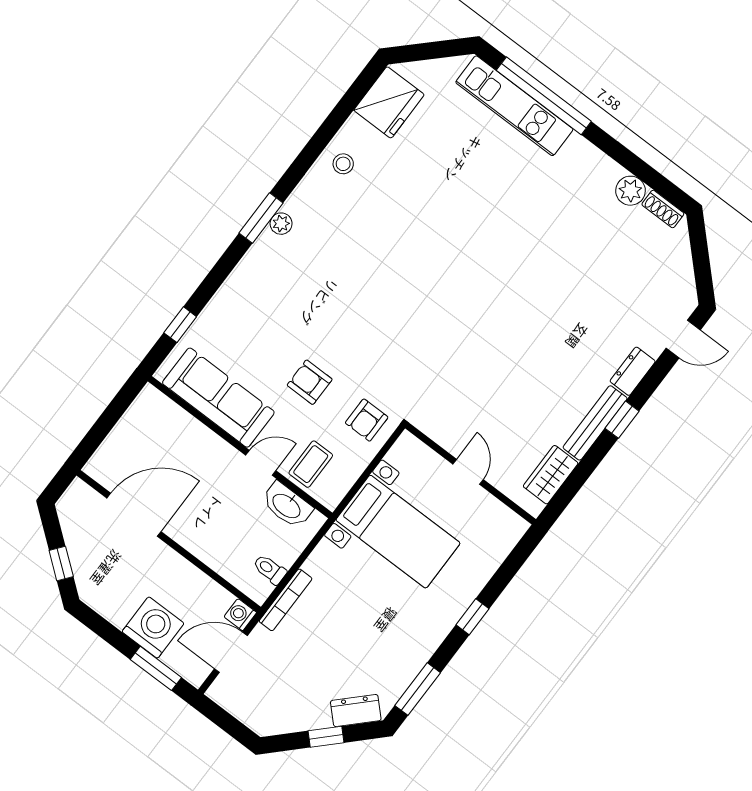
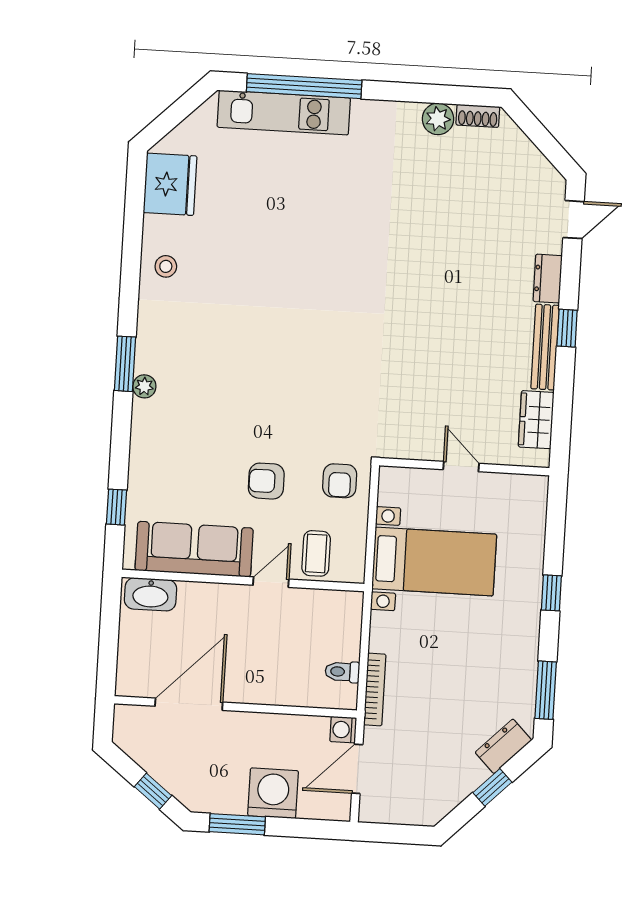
plant: (281, 224) -> (144, 386), moved
washbasin: (287, 505) -> (150, 594), moved
window: (156, 668) -> (237, 824), moved

